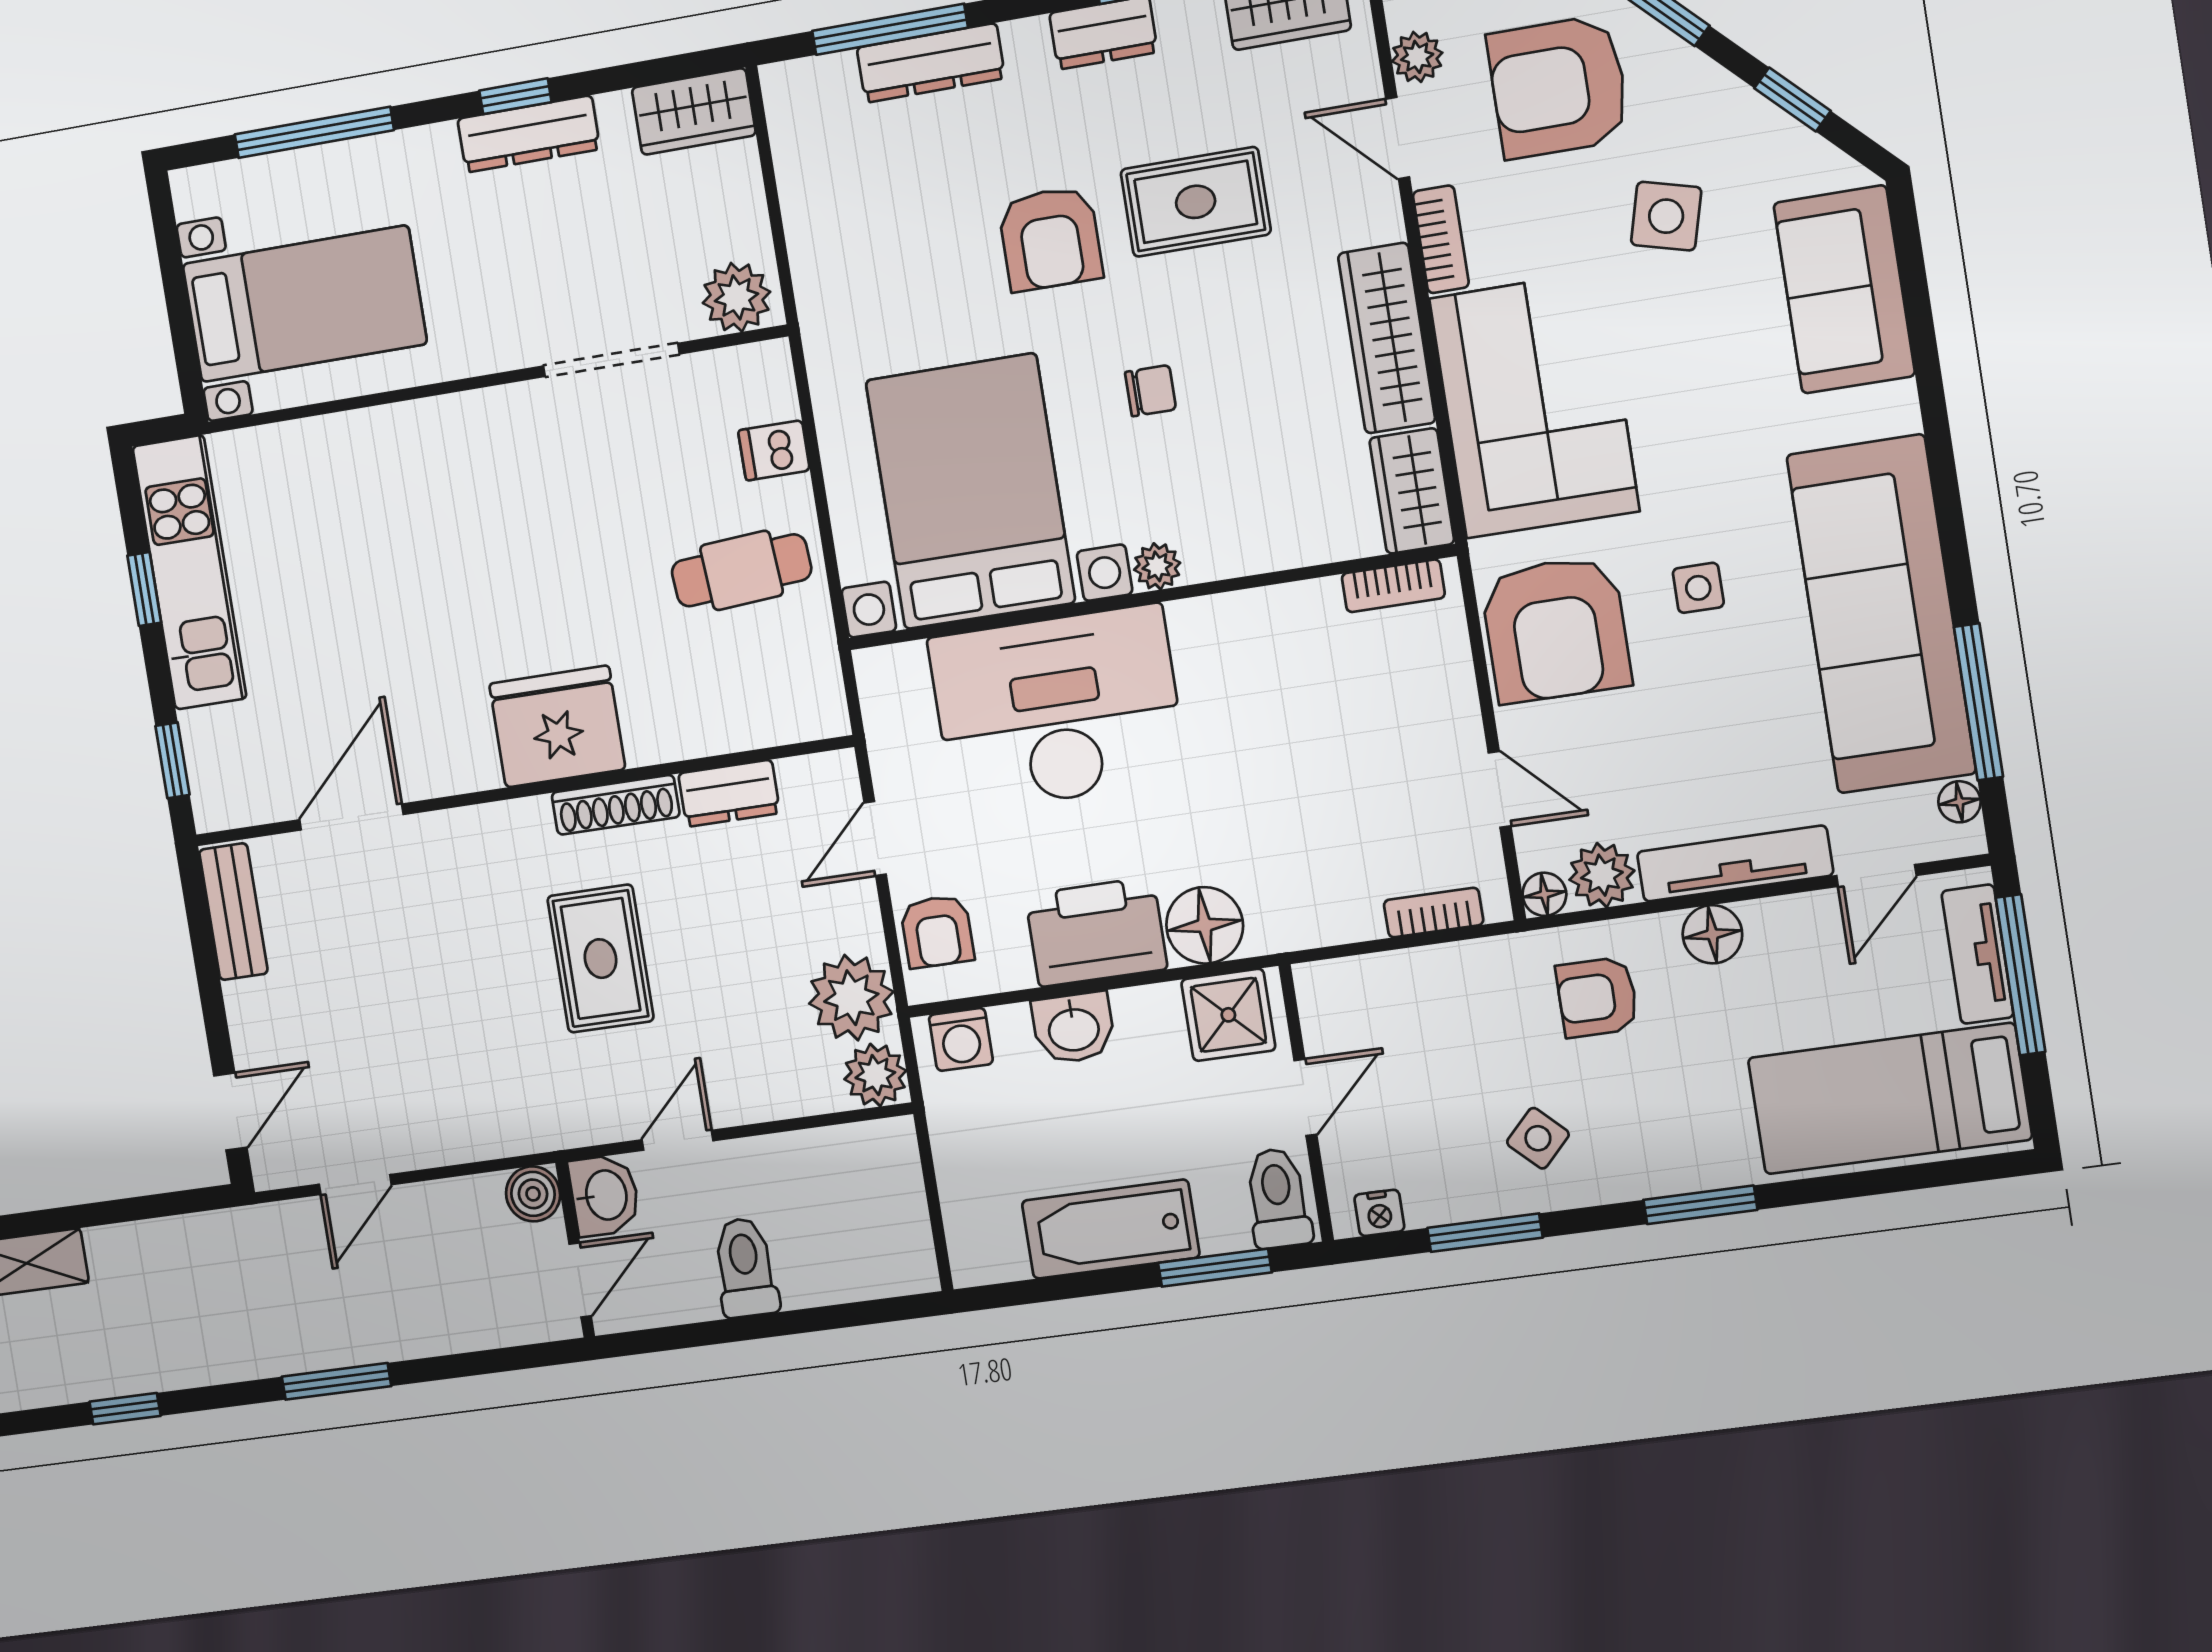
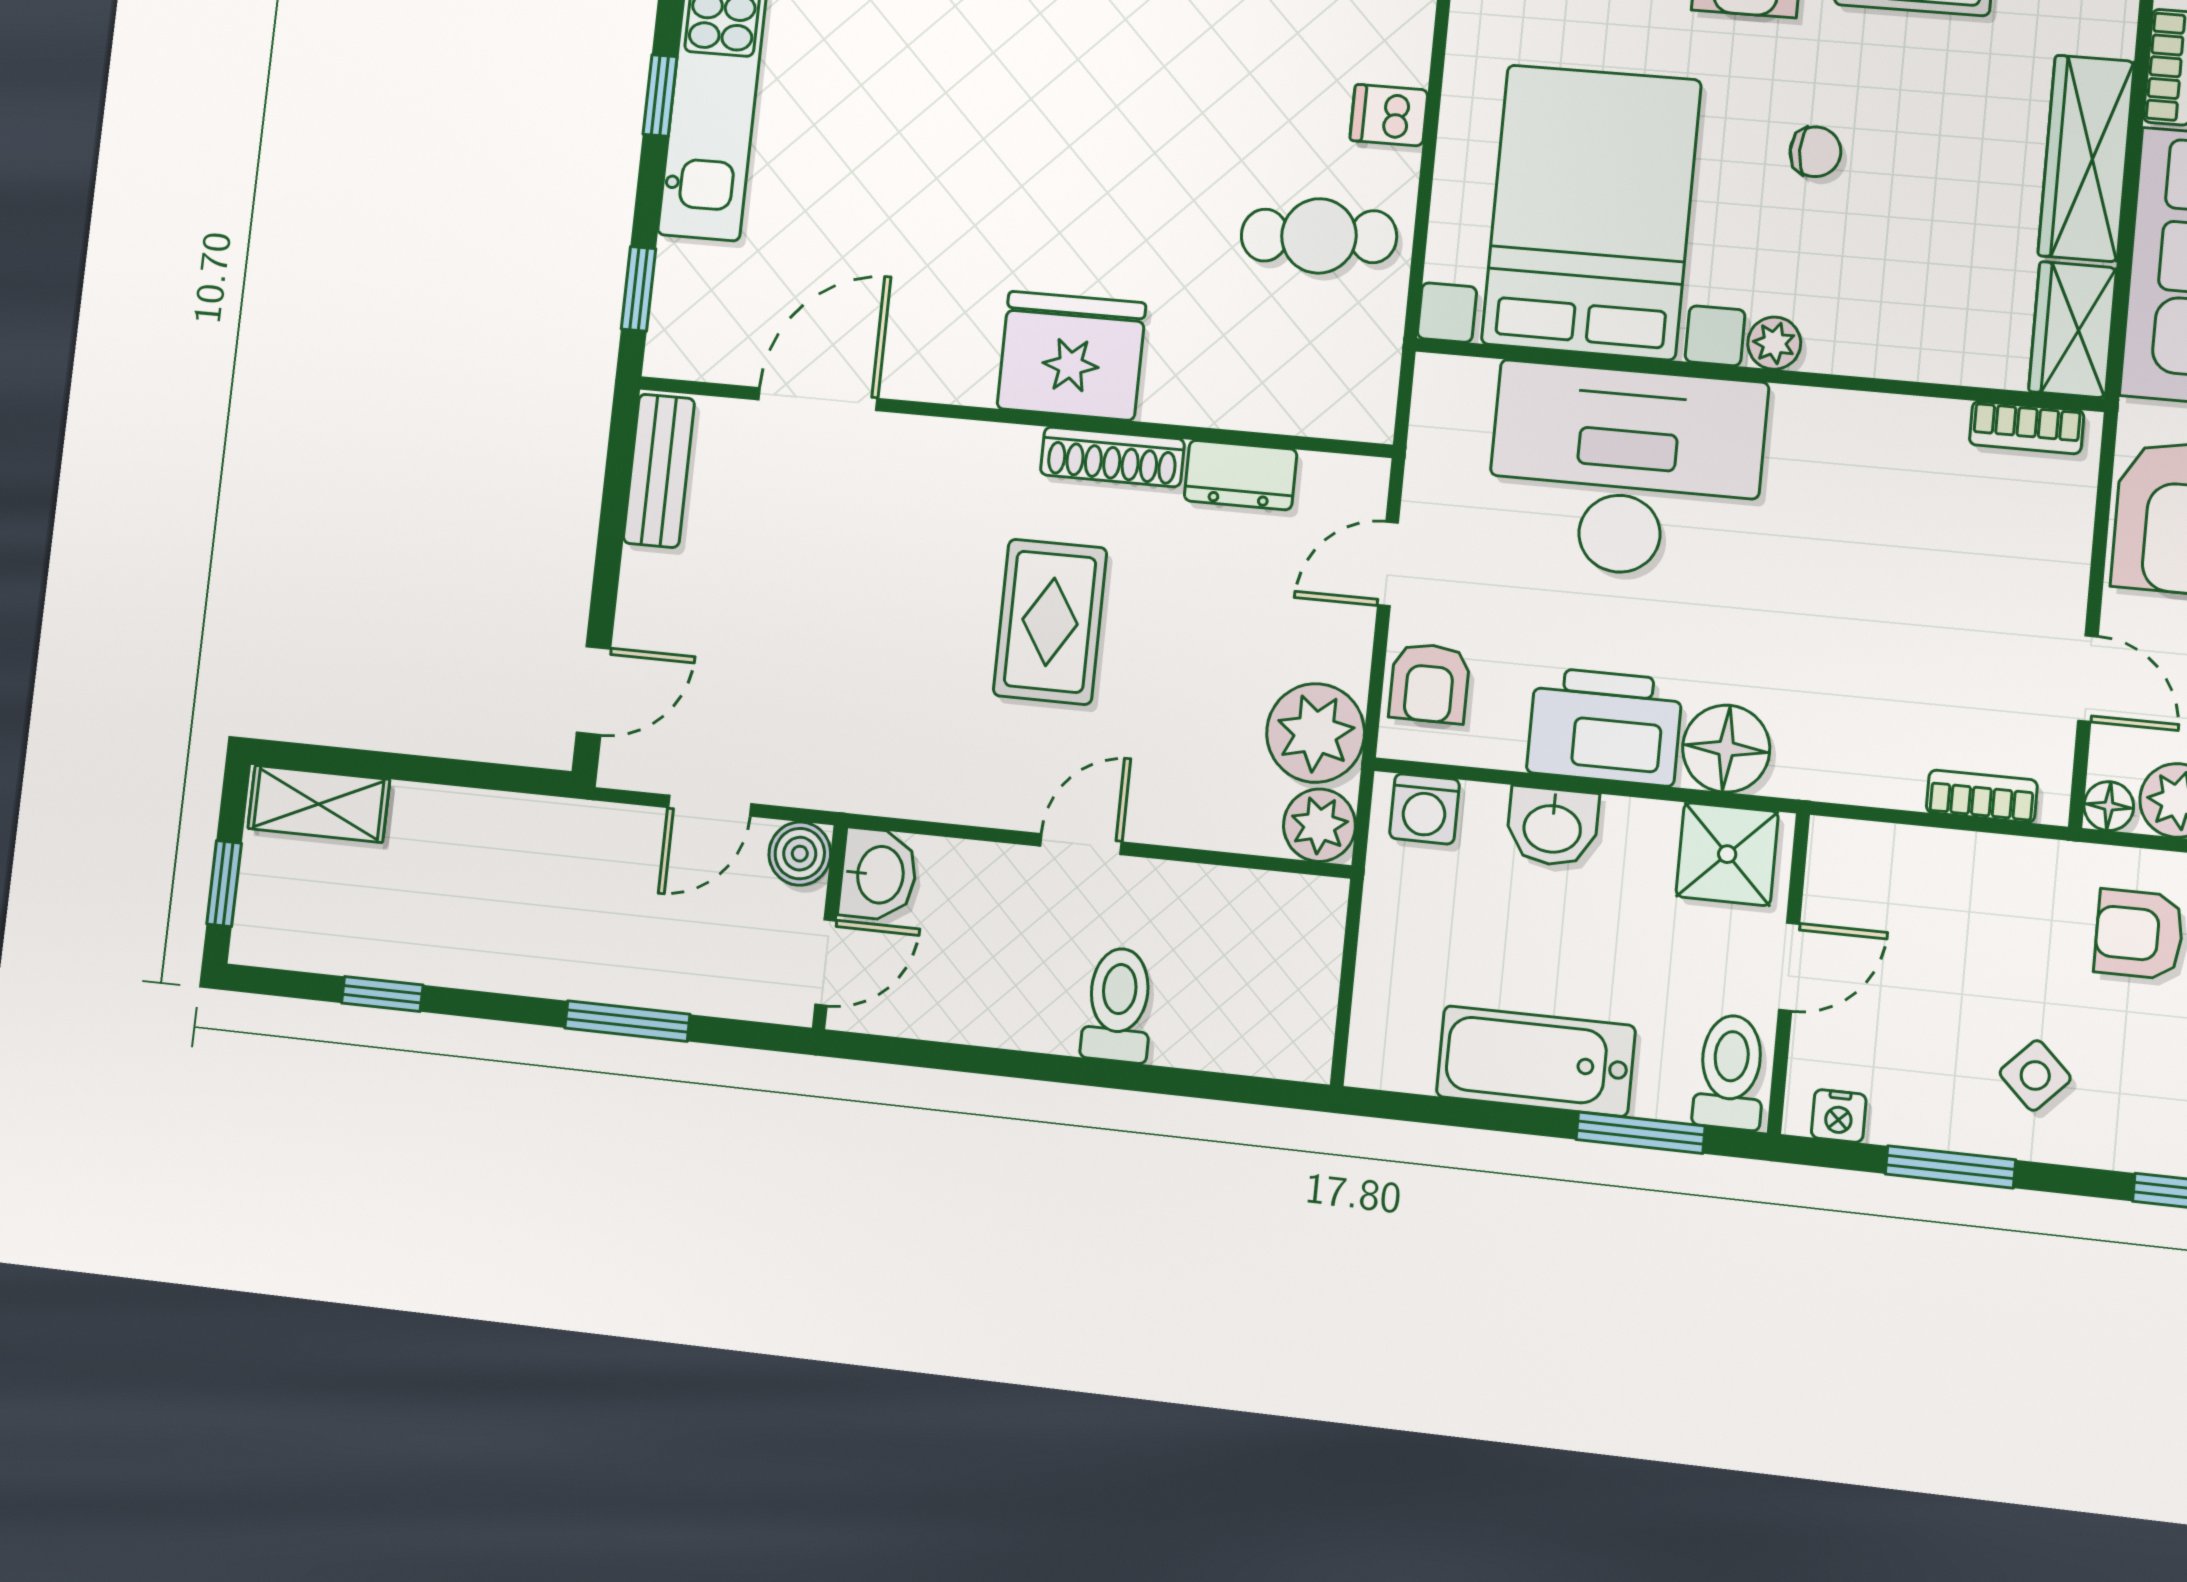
boiler: (533, 1194) -> (800, 854), moved
washbasin: (604, 1195) -> (878, 875), moved
wall: (575, 1250) -> (829, 927), moved
door: (580, 1280) -> (826, 962), moved

